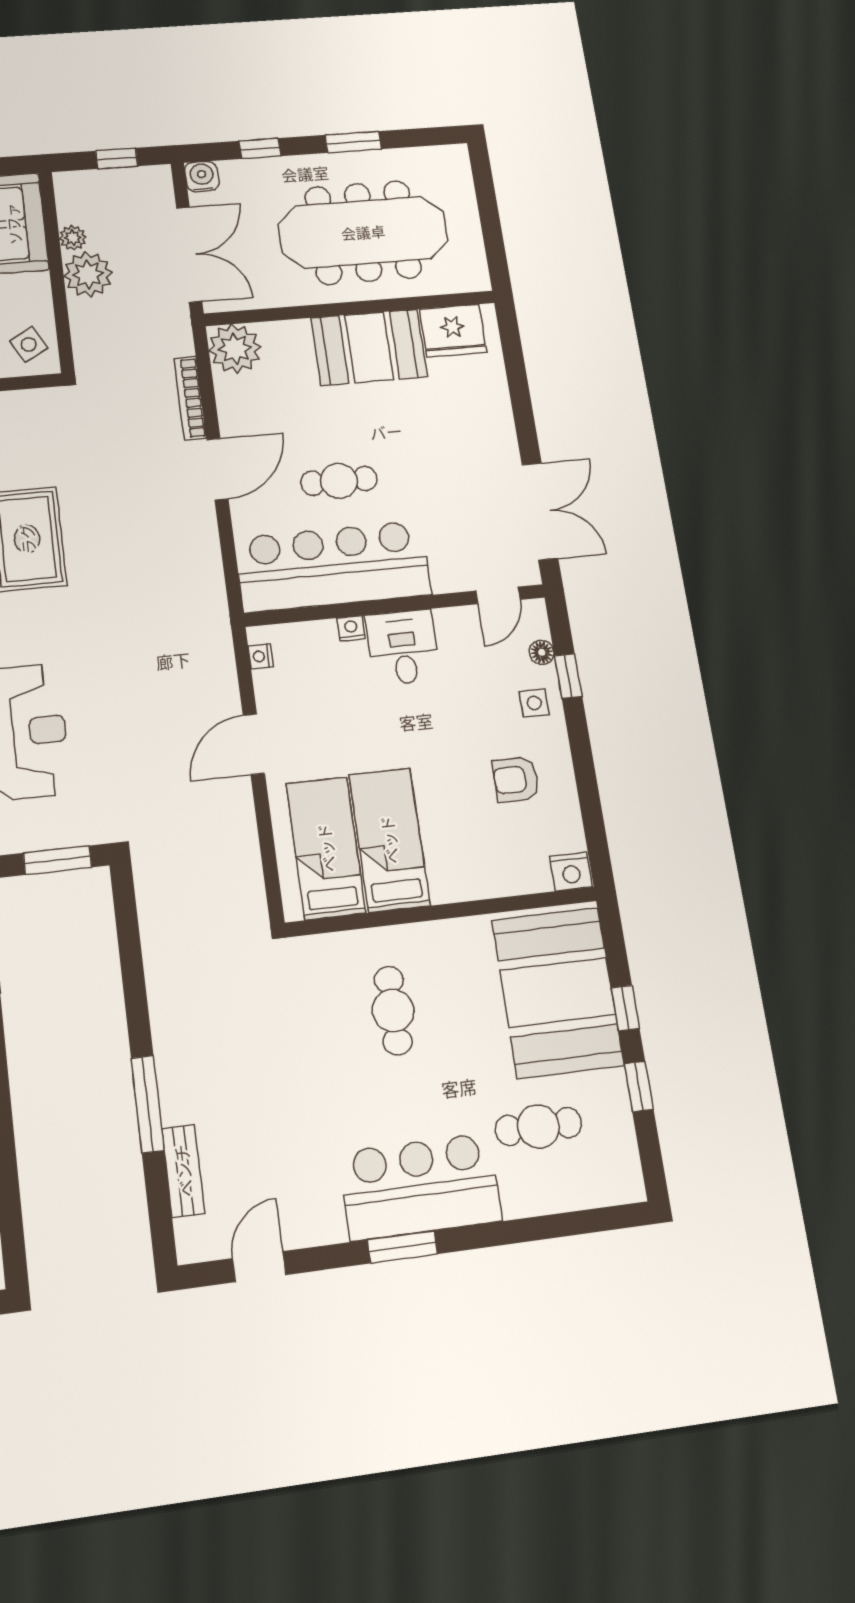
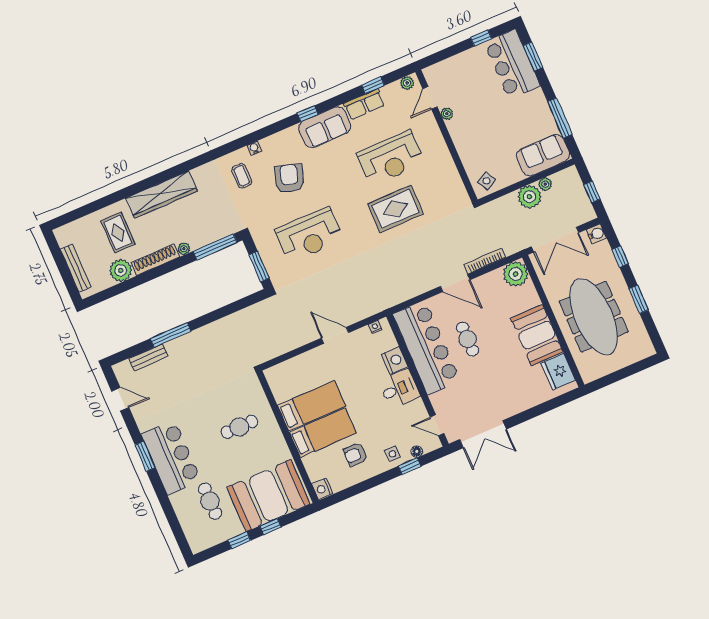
nightstand: (351, 628) -> (395, 360), width x1.89, depth x1.79
armchair: (516, 779) -> (355, 454), turned -90
bed: (326, 848) -> (323, 433), moved

